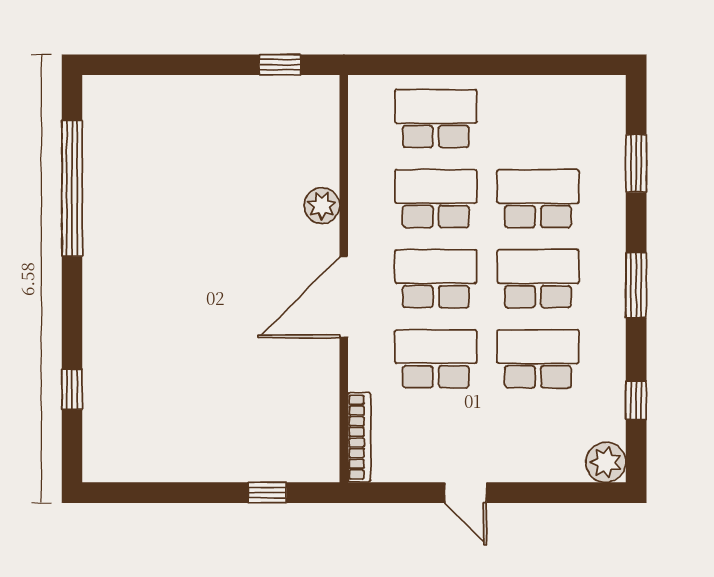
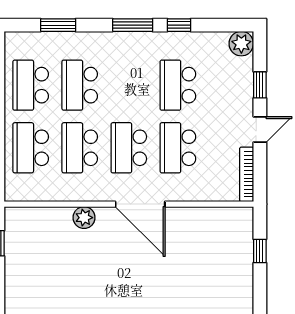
school desk: (538, 279) -> (31, 85), moved
window: (636, 400) -> (179, 25), moved
bookcase: (359, 437) -> (247, 174), moved, turned -90
window: (538, 493) -> (260, 85), added

